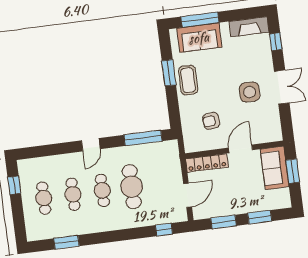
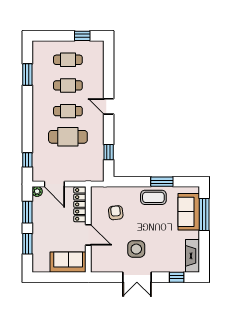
window: (143, 138) -> (109, 152), width x0.46
window: (293, 171) -> (63, 277), removed
plant: (199, 214) -> (37, 191), added

